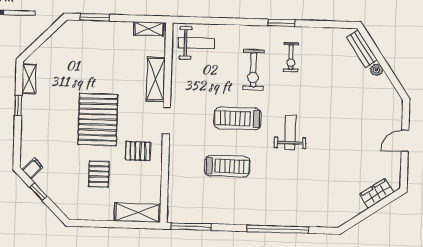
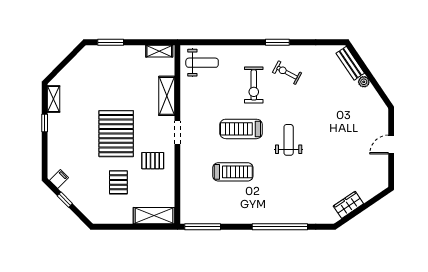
exercise bike: (291, 57) -> (287, 73), turned 118
wardrobe: (377, 193) -> (348, 205), moved

